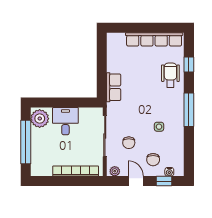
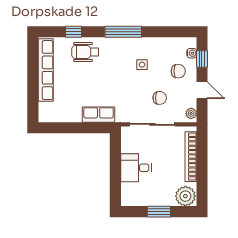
plant: (40, 119) -> (185, 196), moved
window: (26, 142) -> (159, 212), width x0.47
door: (136, 181) -> (202, 90), swing flipped

